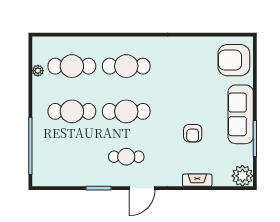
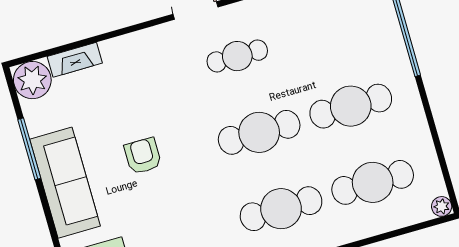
plant: (38, 71) -> (442, 206), moved
armchair: (193, 133) -> (143, 156), moved
fireplace: (197, 180) -> (75, 60), moved

